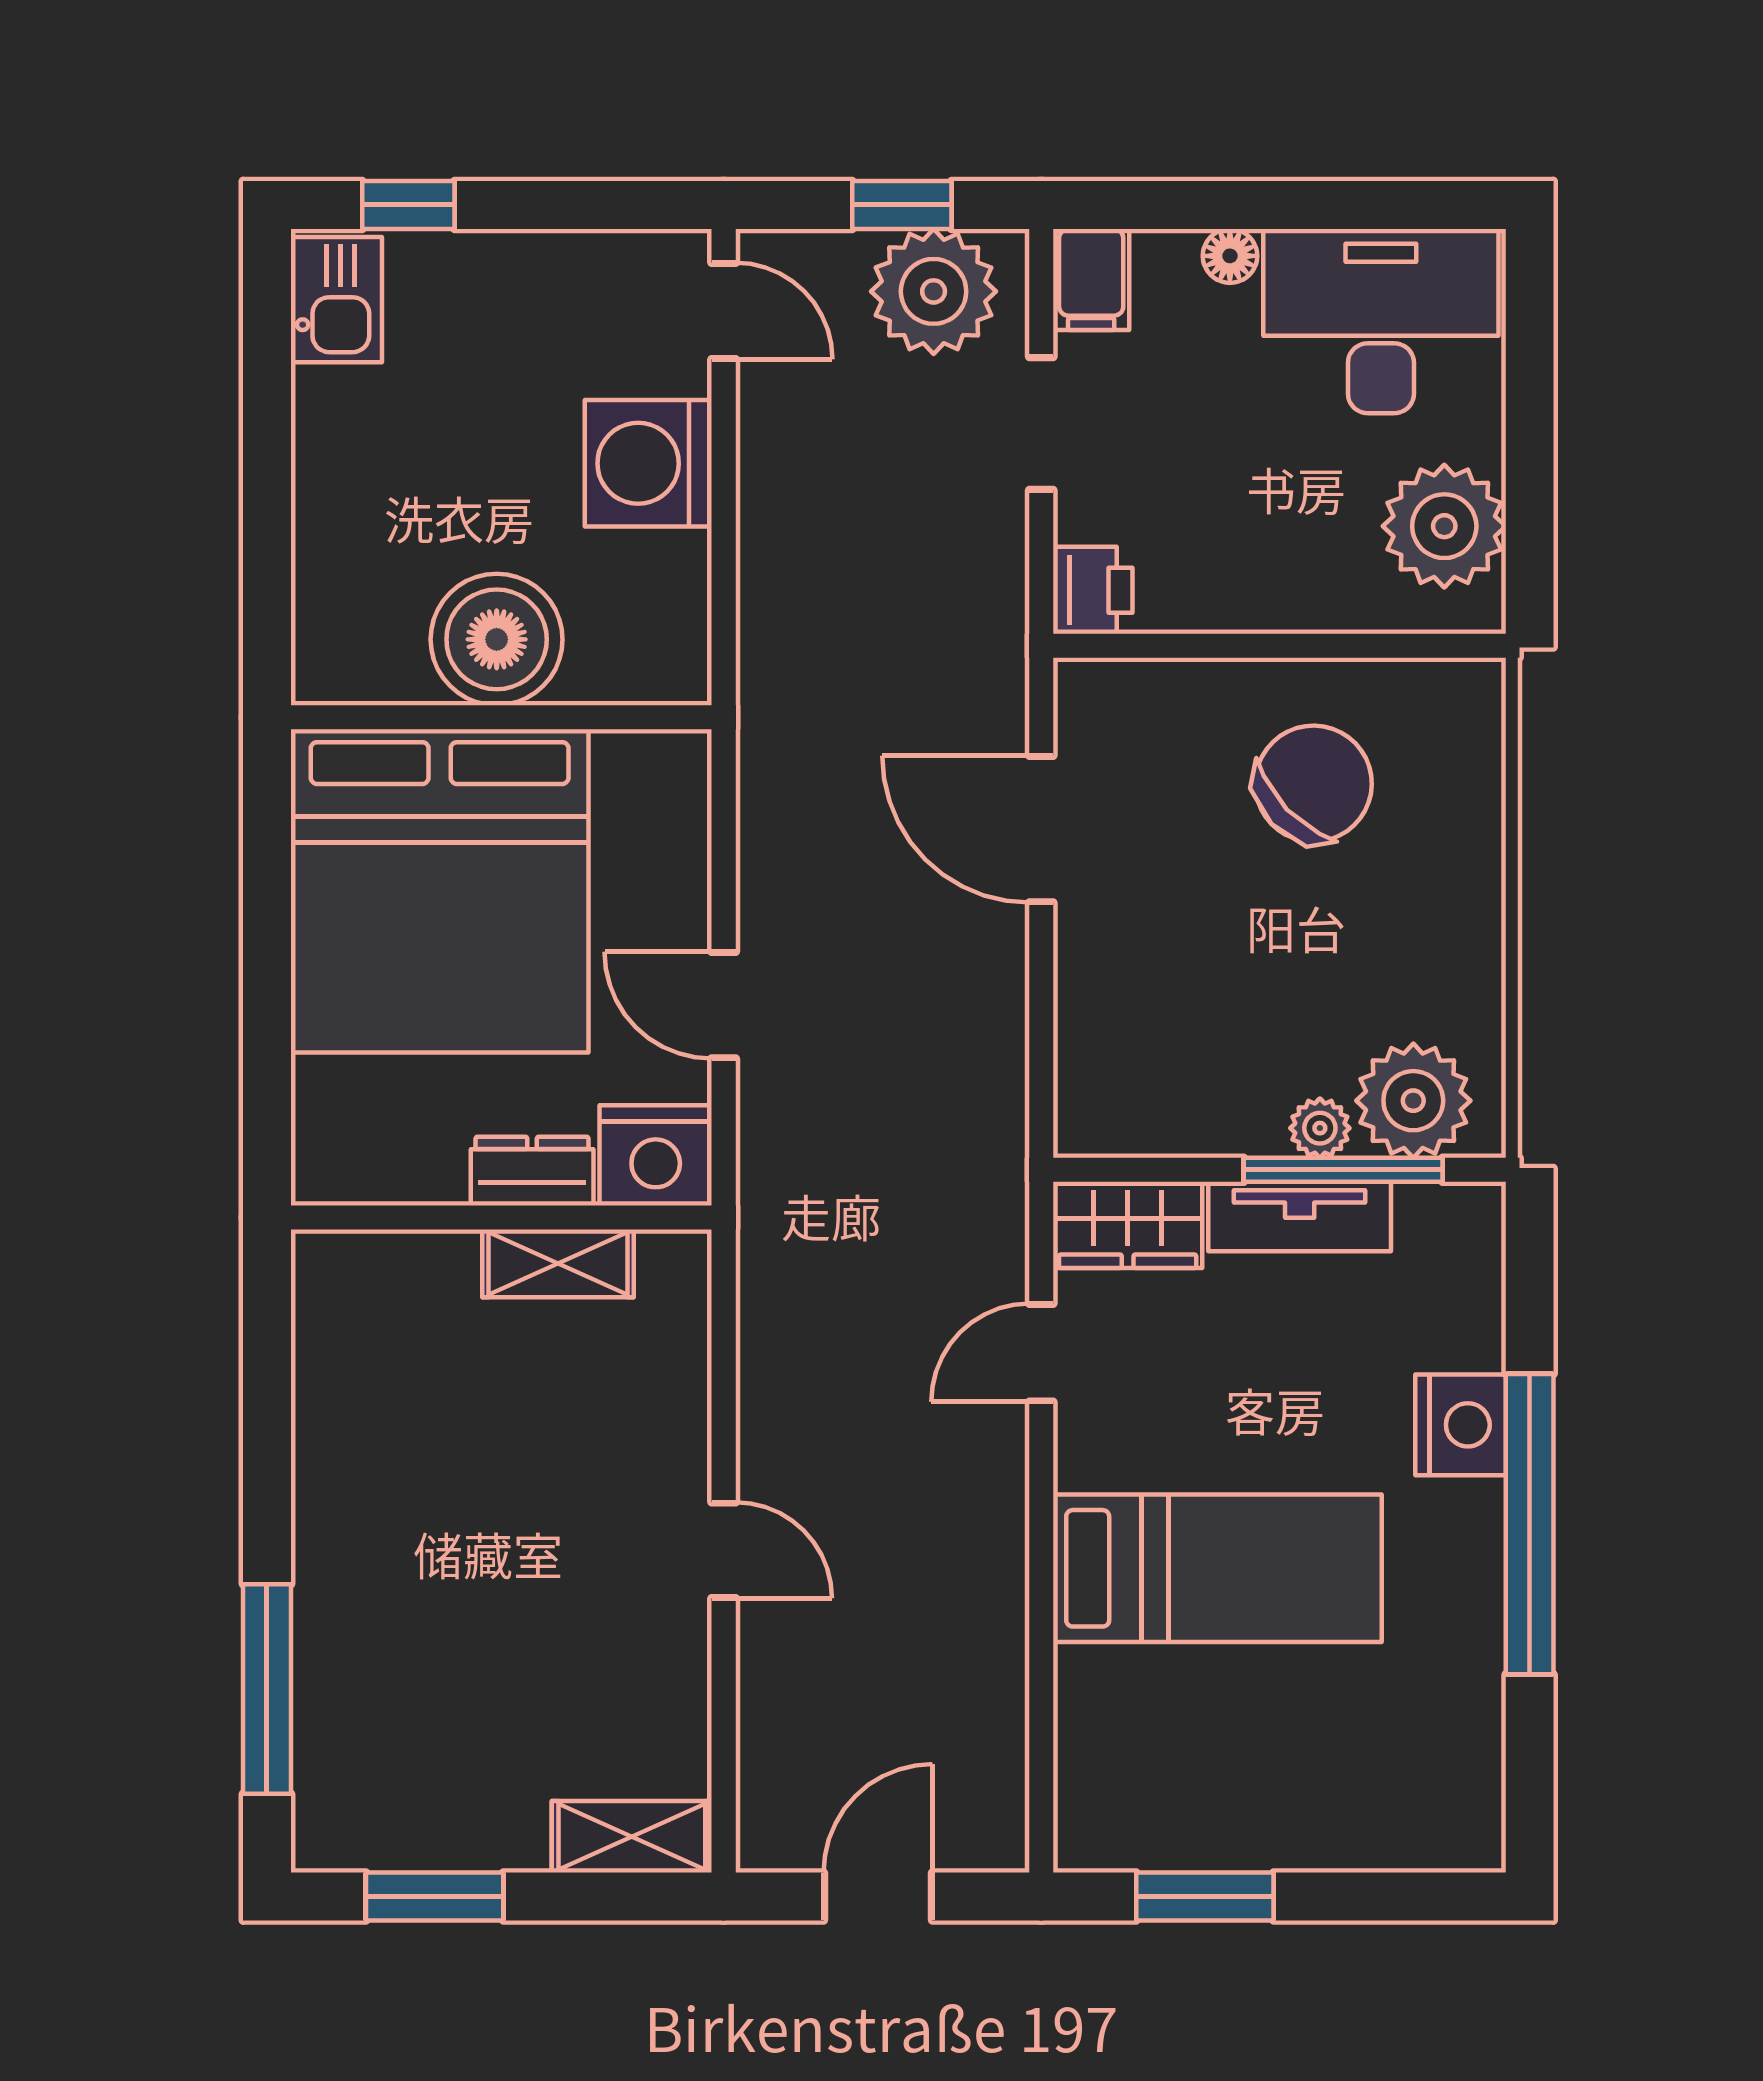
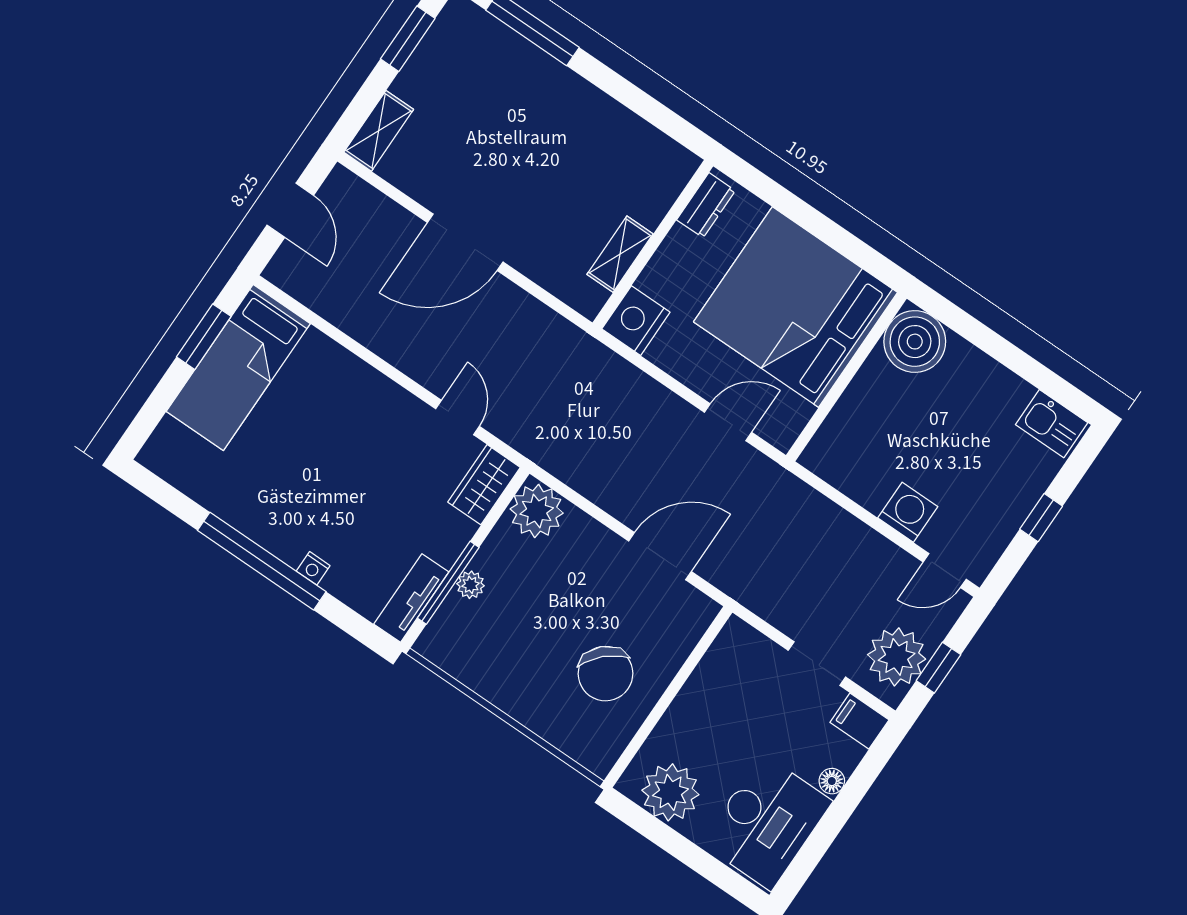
window: (408, 205) -> (1041, 518), moved
washing machine: (648, 463) -> (908, 512), width x0.73, depth x0.73
printer: (1093, 590) -> (739, 639), removed
boiler: (497, 639) -> (915, 342), moved
door: (724, 1005) -> (728, 422), moved
plant: (1413, 1101) -> (537, 511), moved
dresser: (532, 1171) -> (706, 205), moved
tv unit: (1300, 1217) -> (411, 598), moved
nightstand: (1461, 1425) -> (313, 568), width x0.53, depth x0.56
door: (724, 1550) -> (465, 242), width x1.88
bed: (1217, 1568) -> (238, 367), moved

